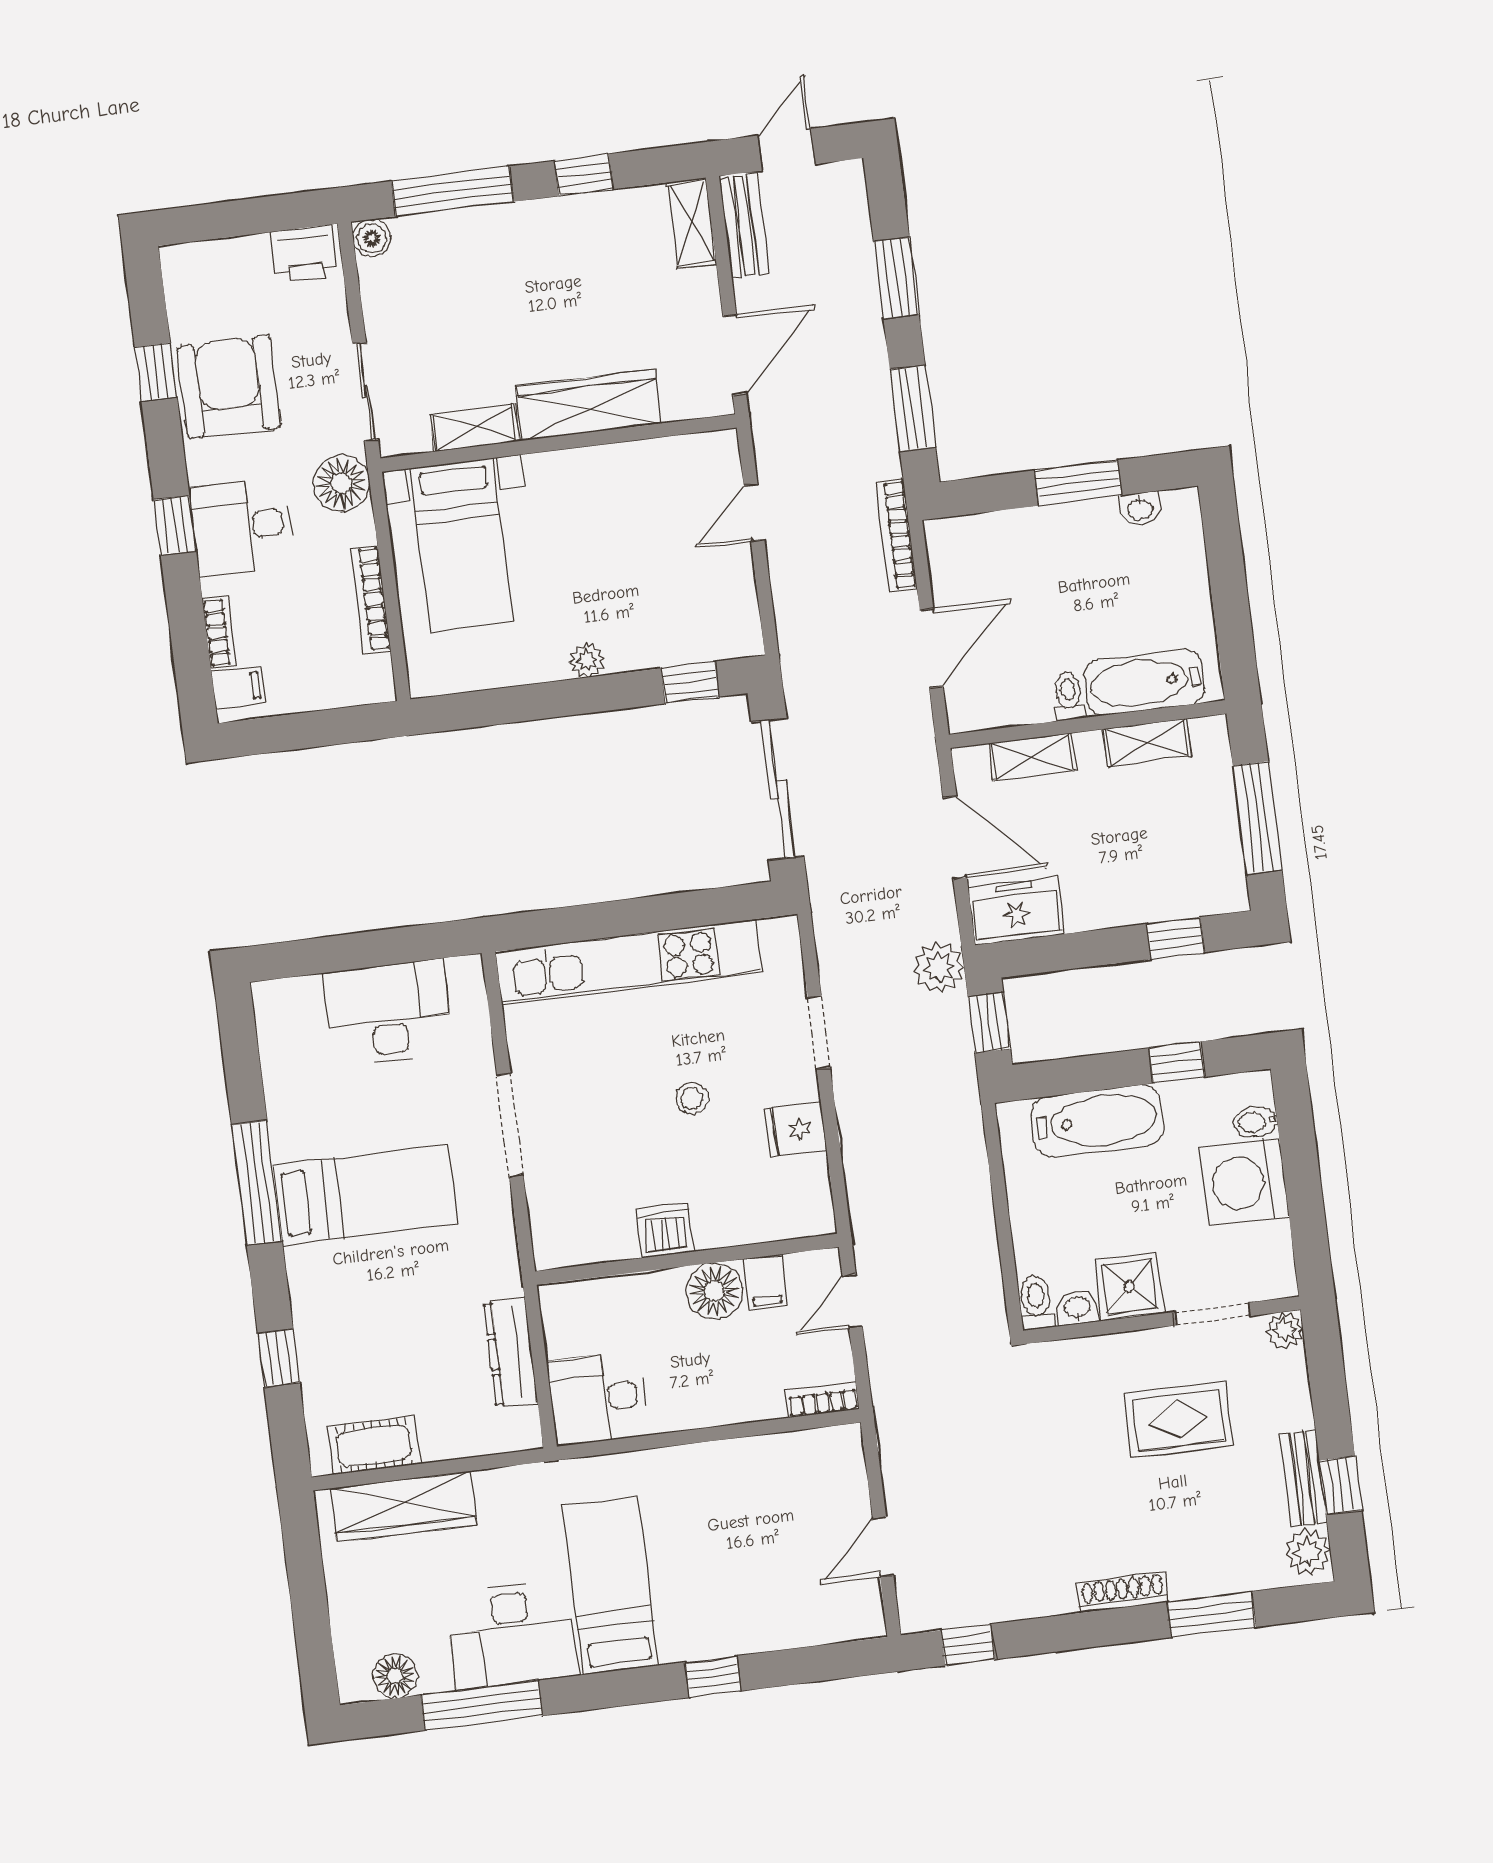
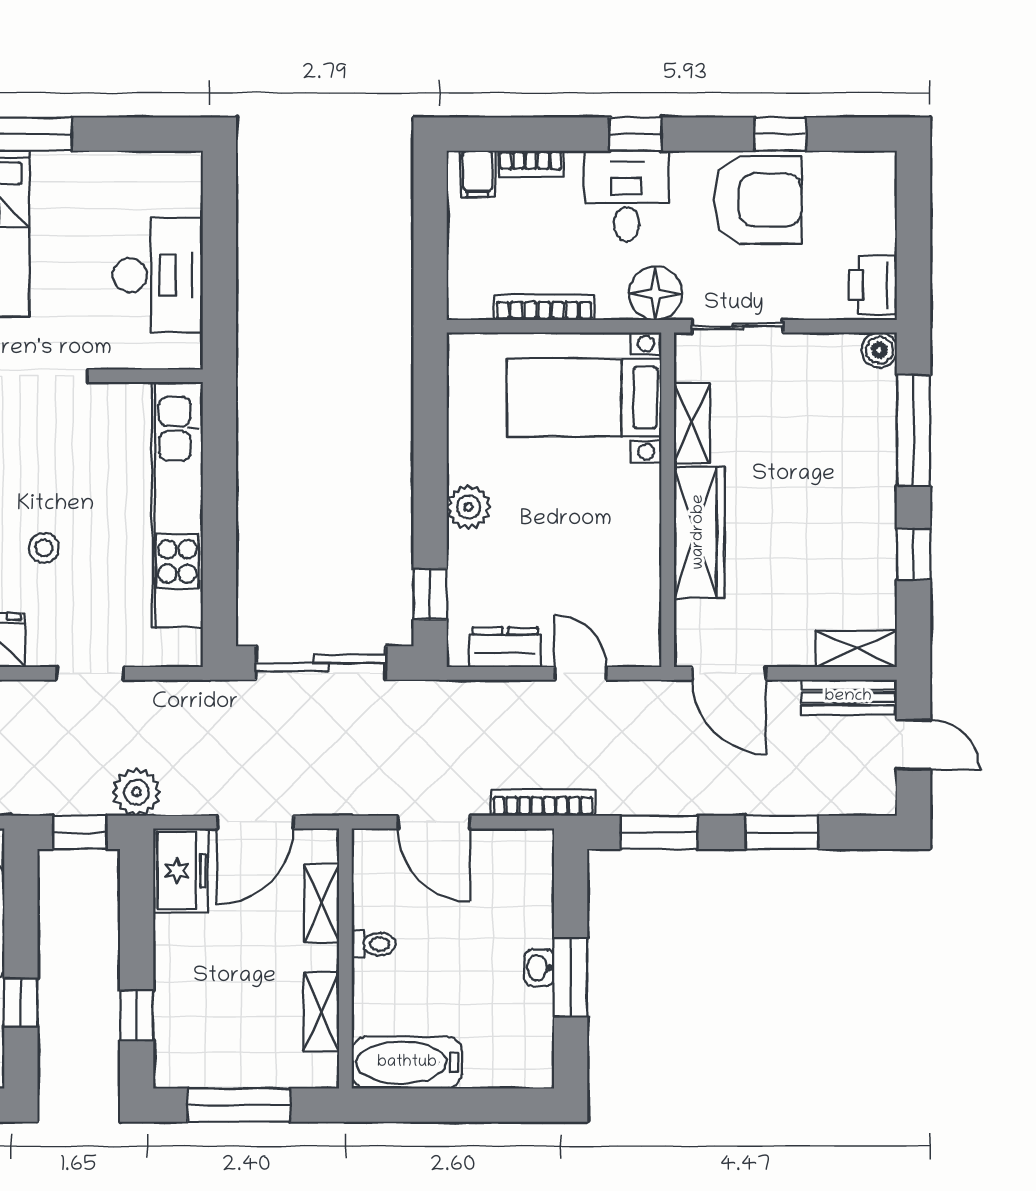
washbasin: (1140, 509) -> (539, 968), moved
dresser: (736, 596) -> (505, 647), added
plant: (587, 660) -> (469, 507), width x1.38, depth x1.38
bathtub: (1144, 682) -> (407, 1063), moved, turned -90

